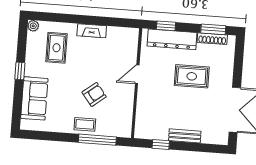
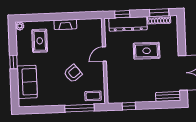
coffee table: (85, 124) -> (93, 96), moved
bench: (185, 136) -> (168, 96), moved

